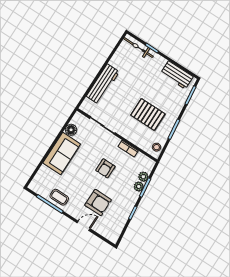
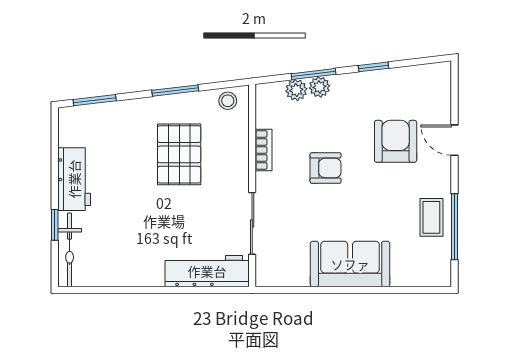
workbench: (177, 75) -> (74, 179), moved
workbench: (103, 84) -> (207, 271), moved
floor lamp: (71, 130) -> (296, 275), removed

